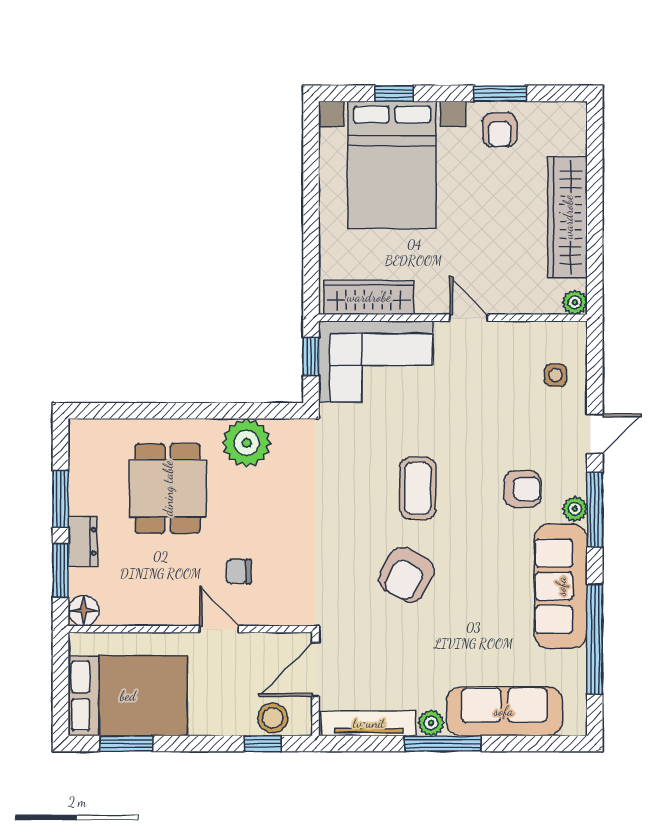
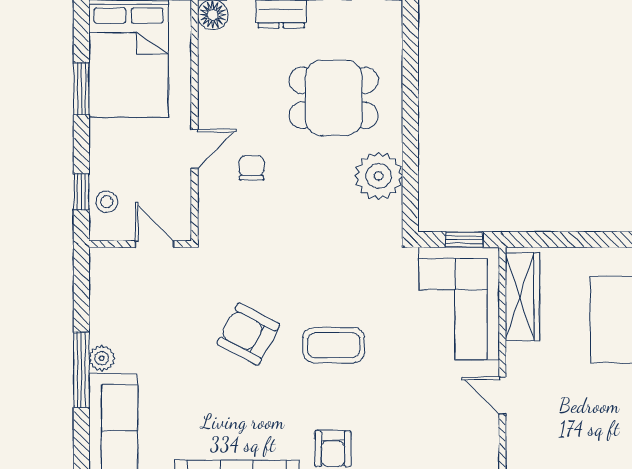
door: (469, 318) -> (502, 396), swing flipped
door: (316, 669) -> (155, 244), width x0.73
stool: (273, 718) -> (107, 202), width x0.73, depth x0.73
tv unit: (369, 723) -> (101, 297), removed
window: (126, 744) -> (81, 89), moved

